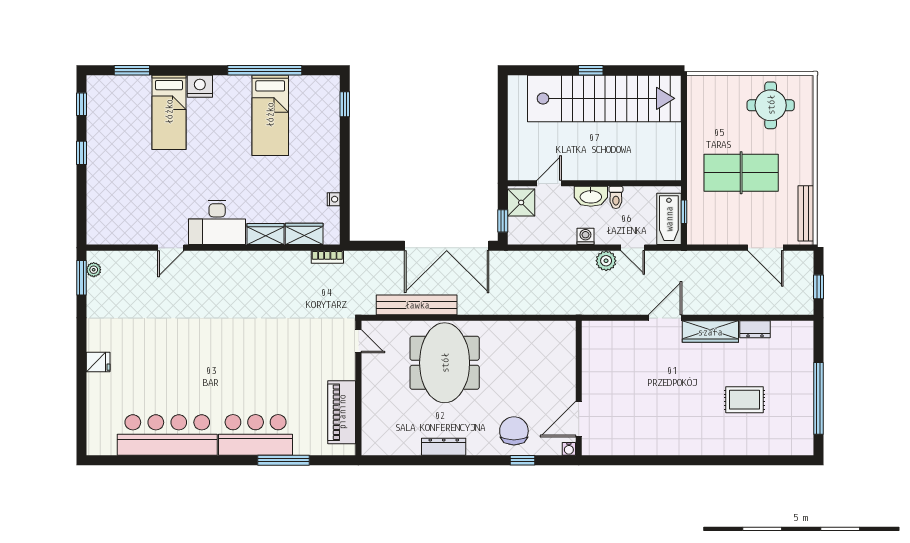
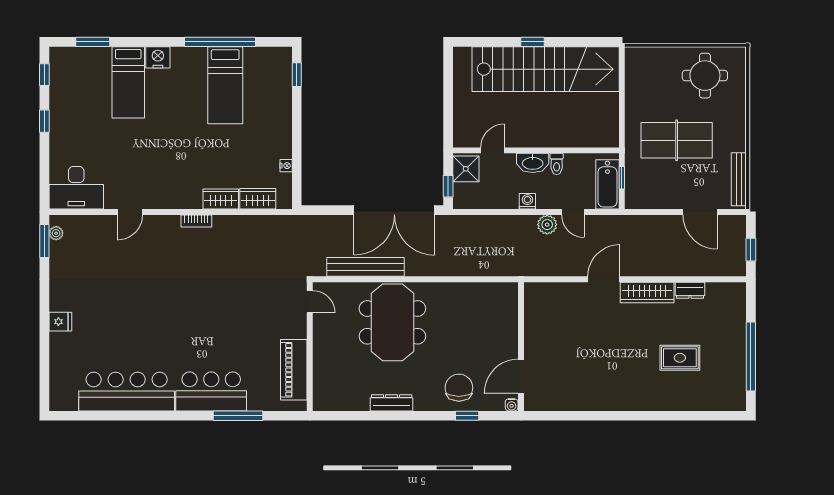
desk: (217, 222) -> (76, 188), moved
bookcase: (327, 257) -> (196, 221), moved

